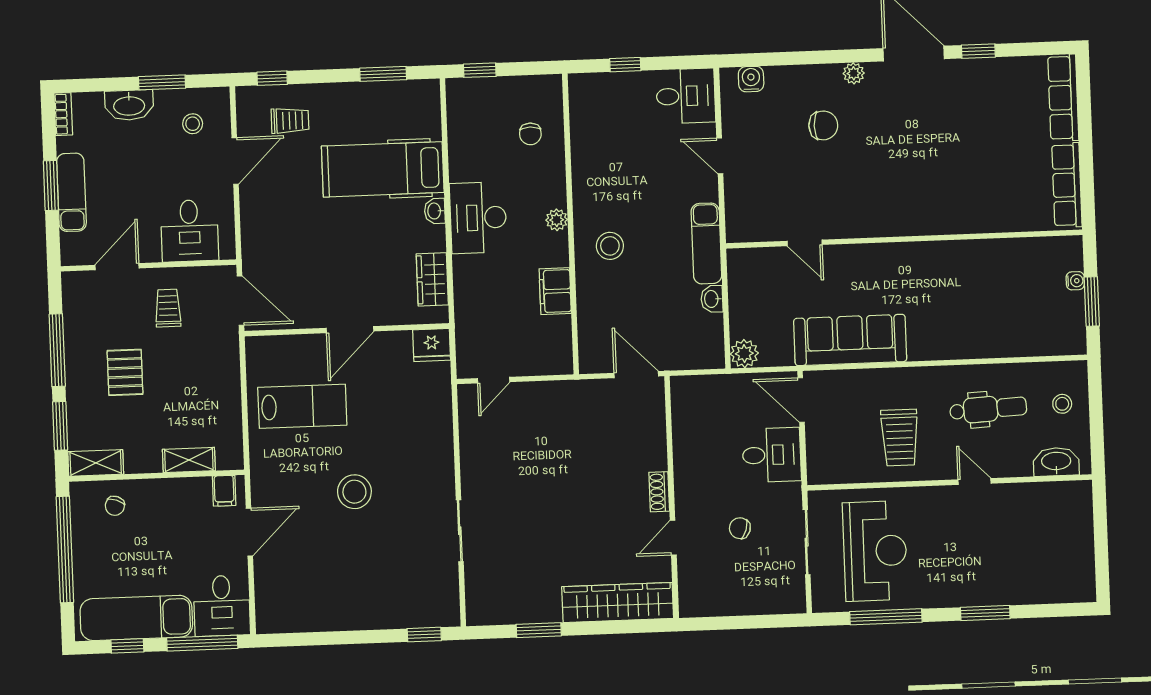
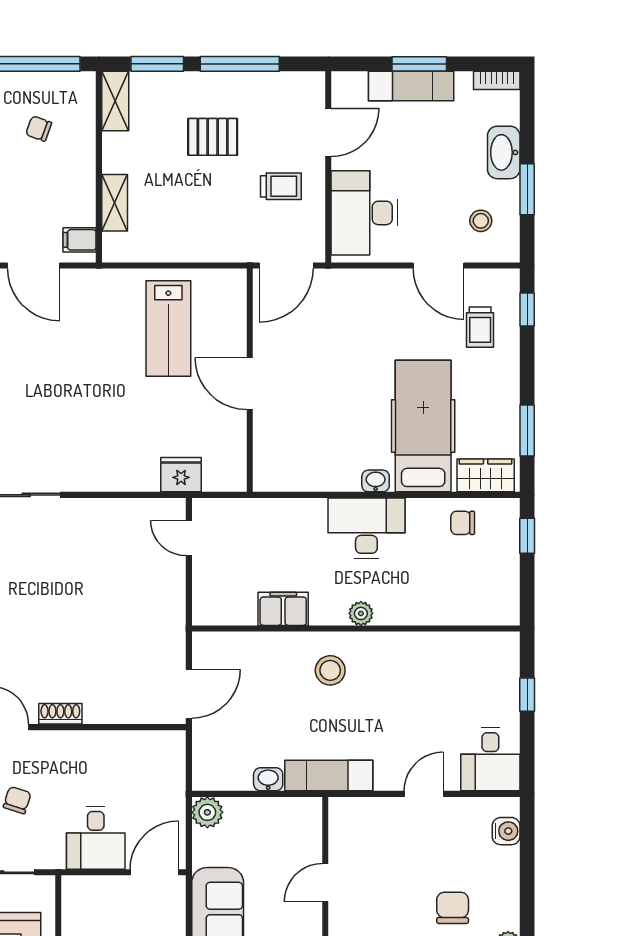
chair: (823, 125) -> (453, 908), turned 180
chair: (530, 134) -> (463, 523), moved
desk: (189, 231) -> (364, 213), width x1.37
door: (117, 267) -> (328, 132), hinge flipped
wardrobe: (432, 279) -> (486, 475), moved
fridge: (432, 345) -> (181, 475), moved, turned 90
stool: (354, 492) -> (73, 382), removed
chair: (115, 506) -> (39, 129), moved

